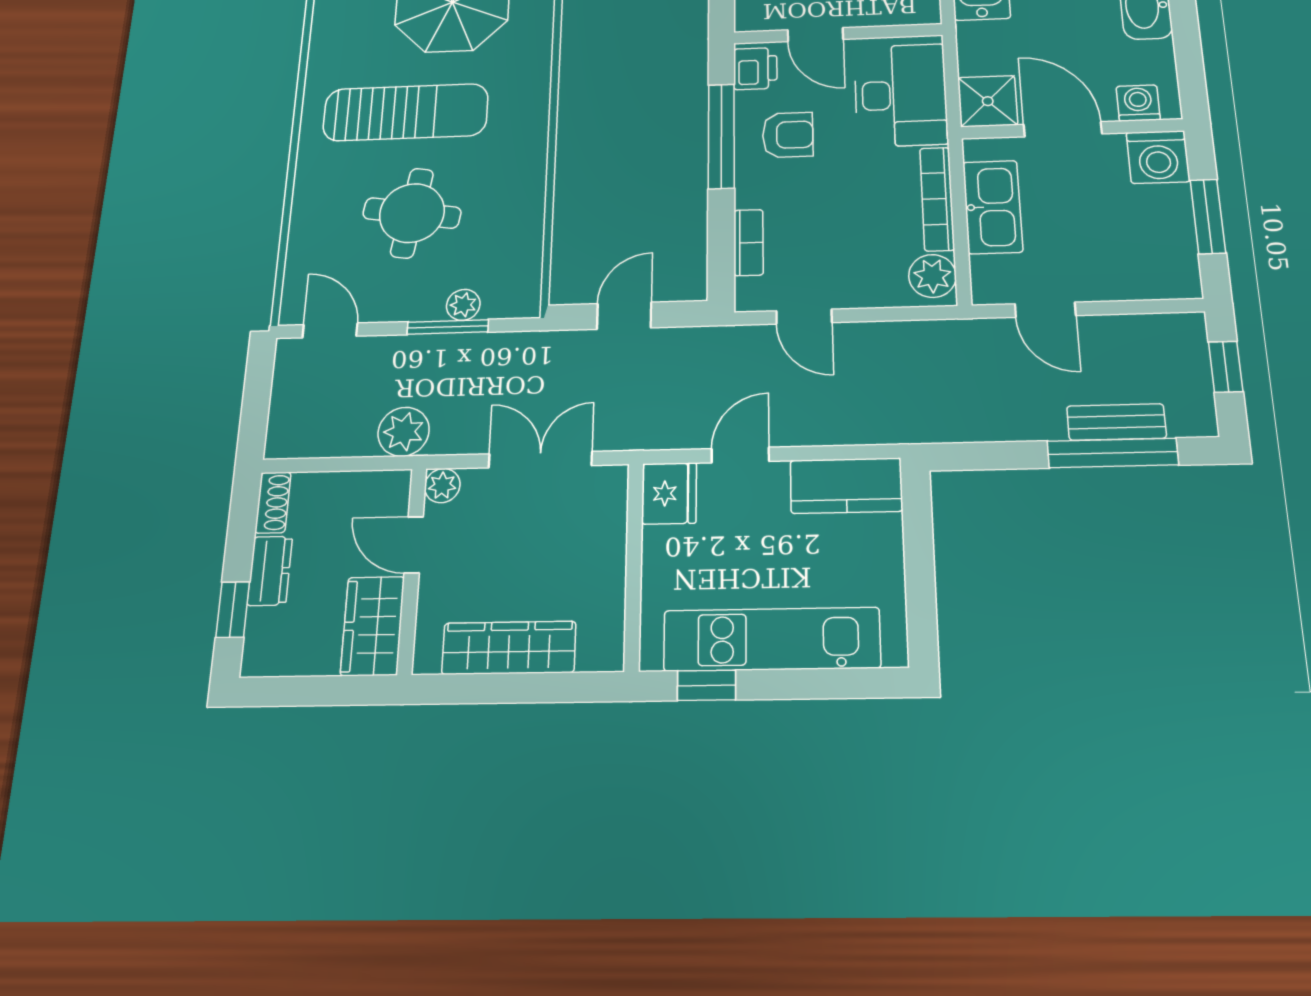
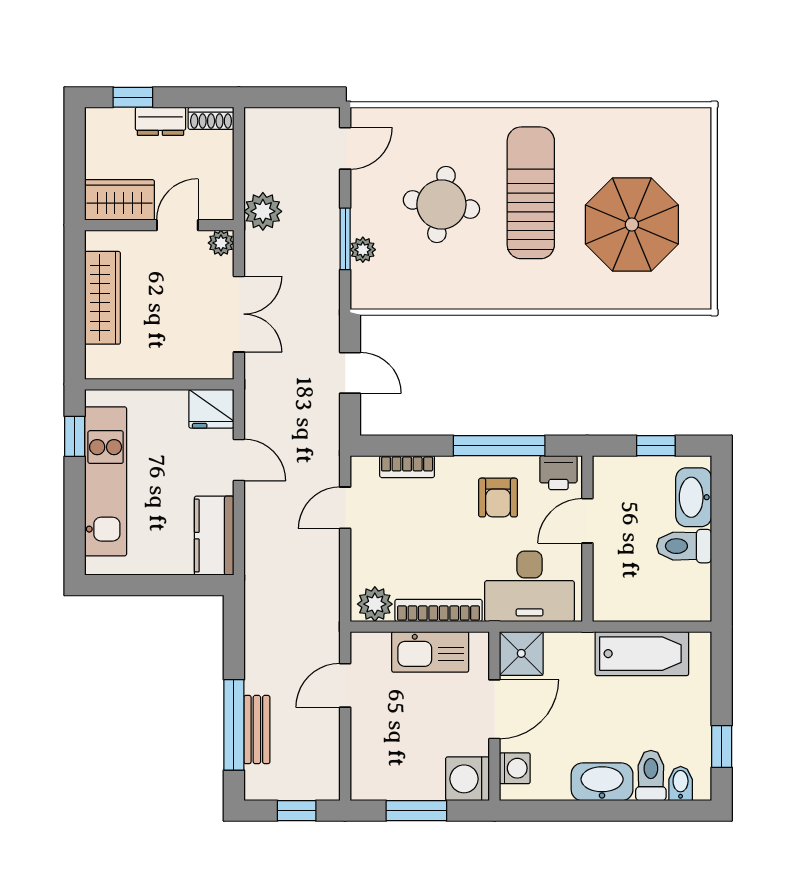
sun lounger: (406, 112) -> (531, 193), turned 180

